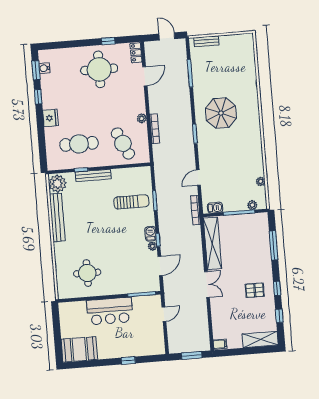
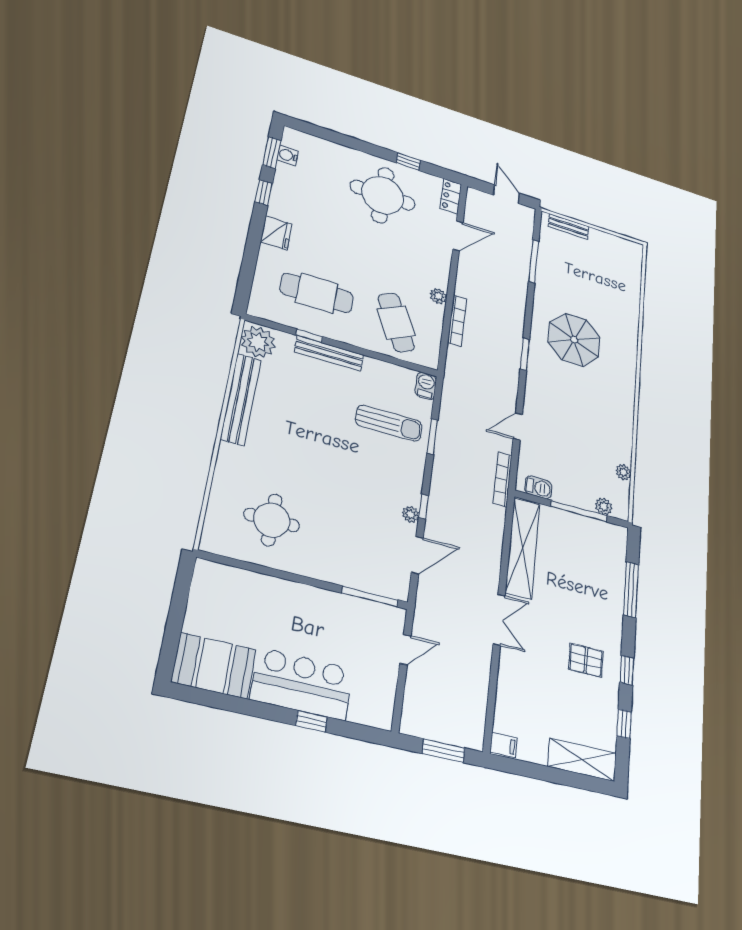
barbecue: (151, 234) -> (426, 386), moved
bar counter: (110, 311) -> (302, 684), moved, turned 180

